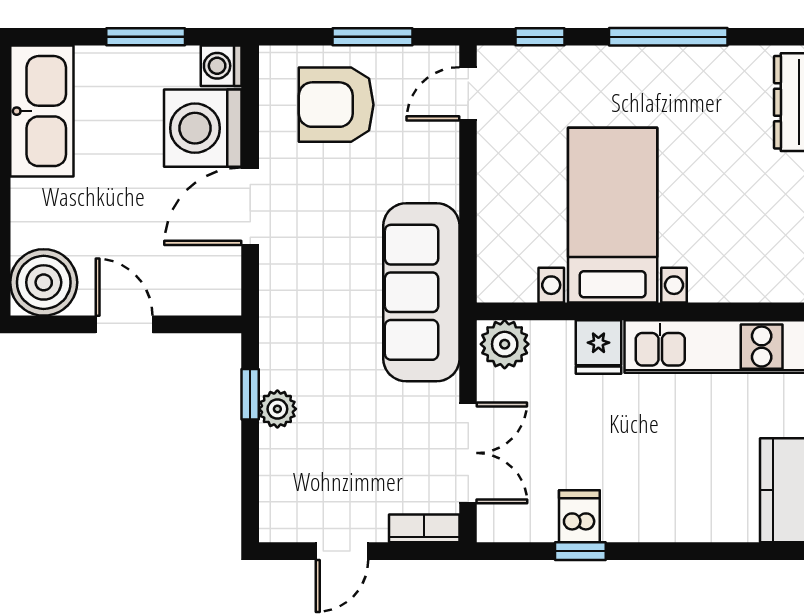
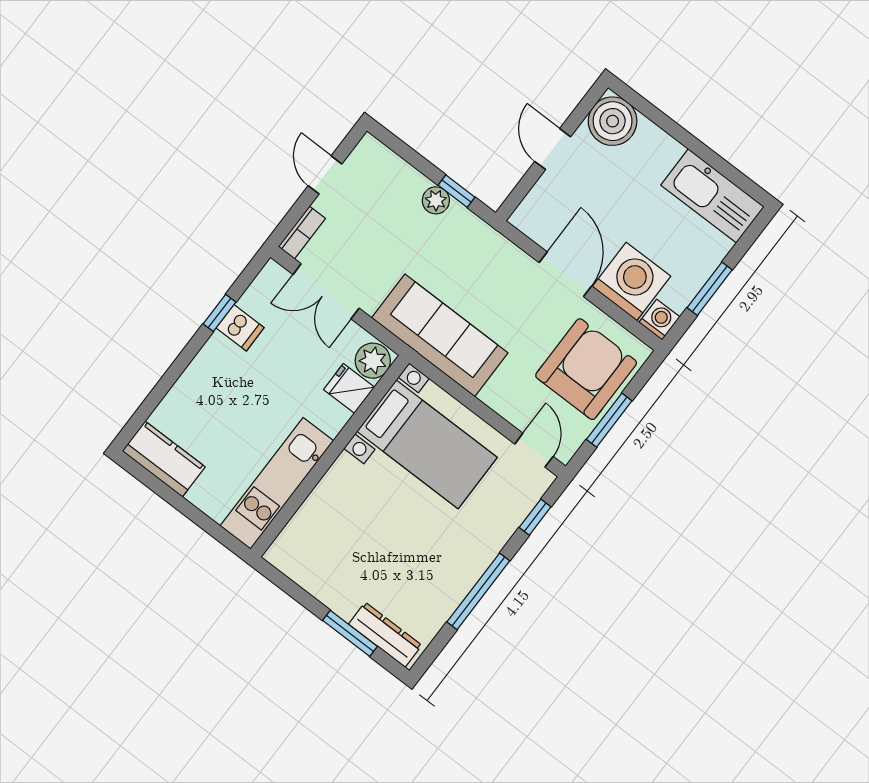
armchair: (336, 105) -> (586, 369), width x1.36, depth x1.36
bed with nightstands: (613, 215) -> (427, 444), moved
door: (124, 324) -> (553, 149), swing flipped
fridge: (598, 347) -> (349, 388), moved

